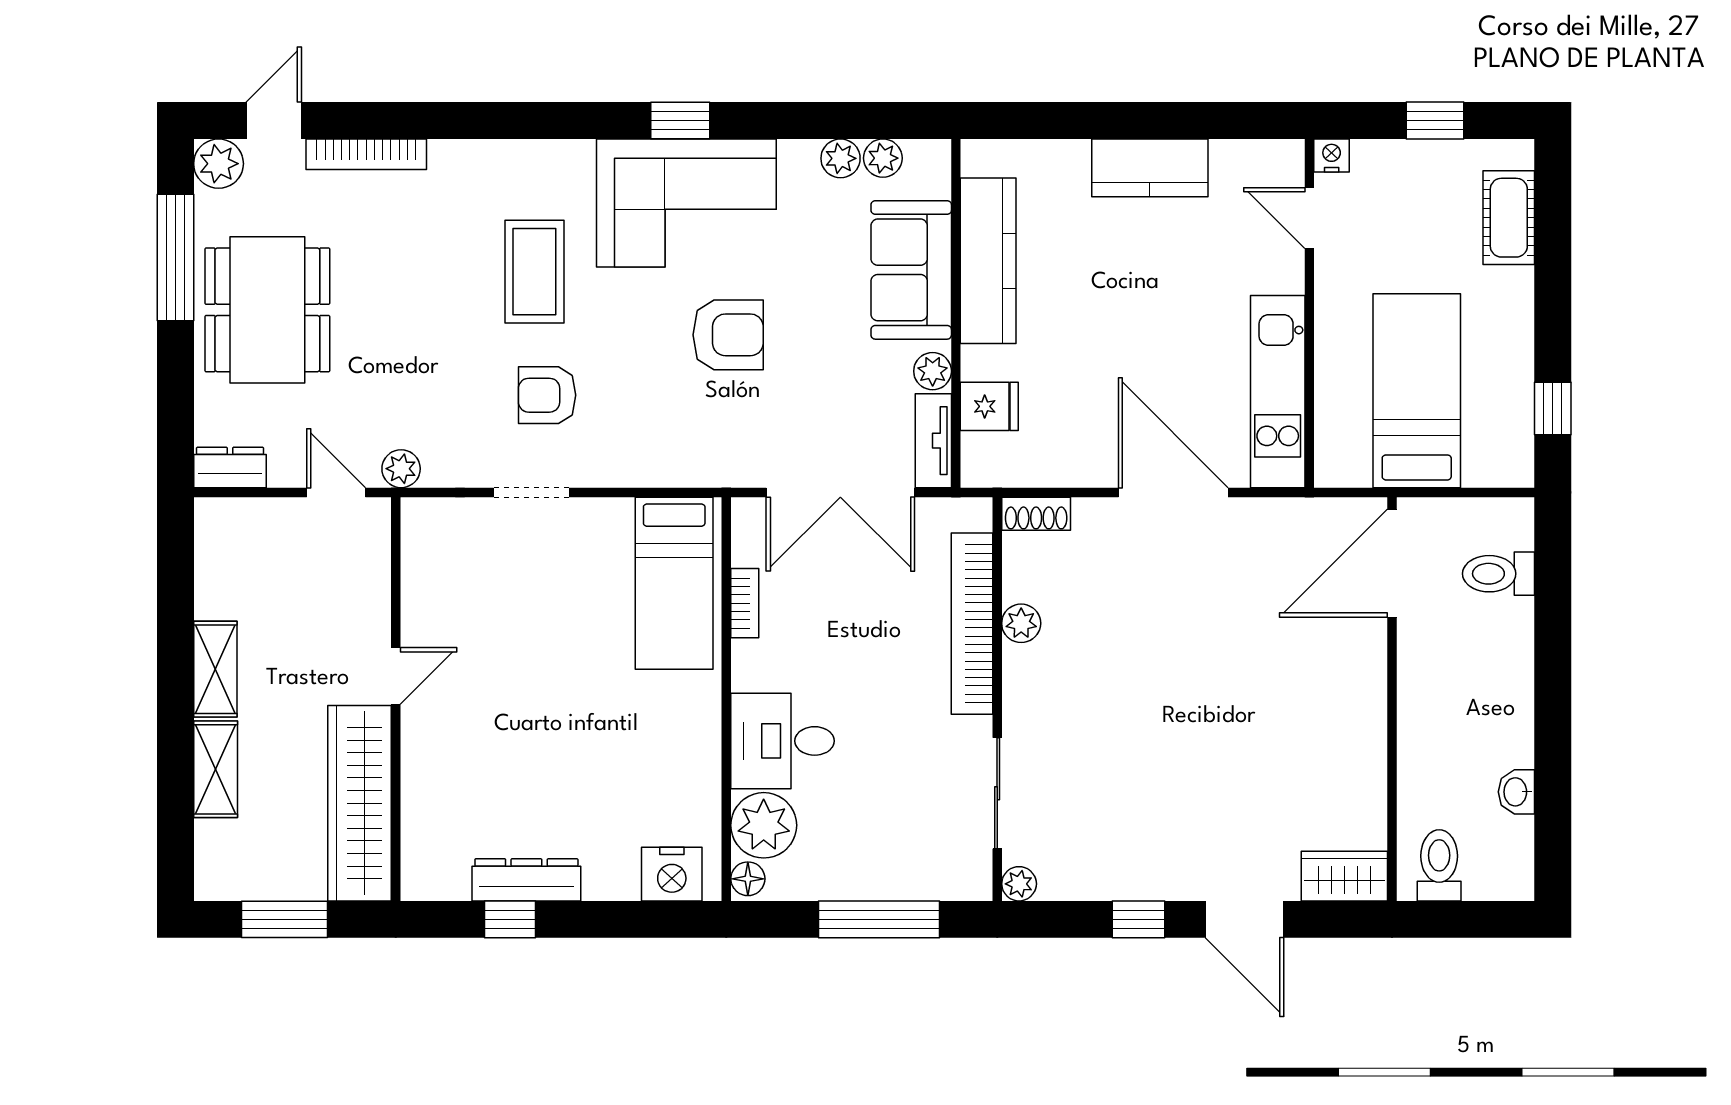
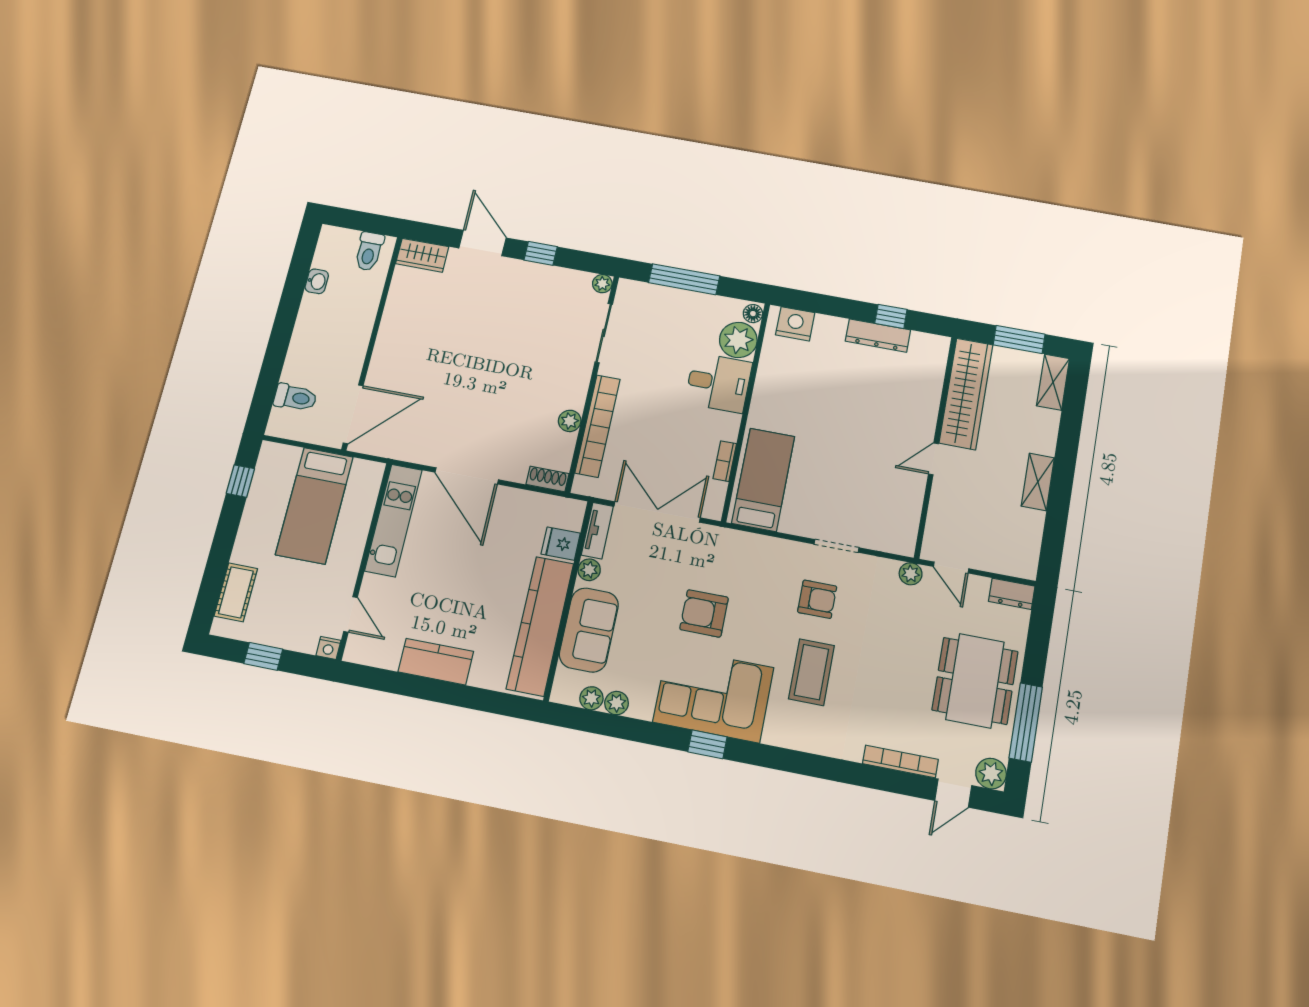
kitchen counter: (988, 261) -> (540, 626), width x1.39, depth x1.17
shelving: (216, 769) -> (1053, 382), moved

